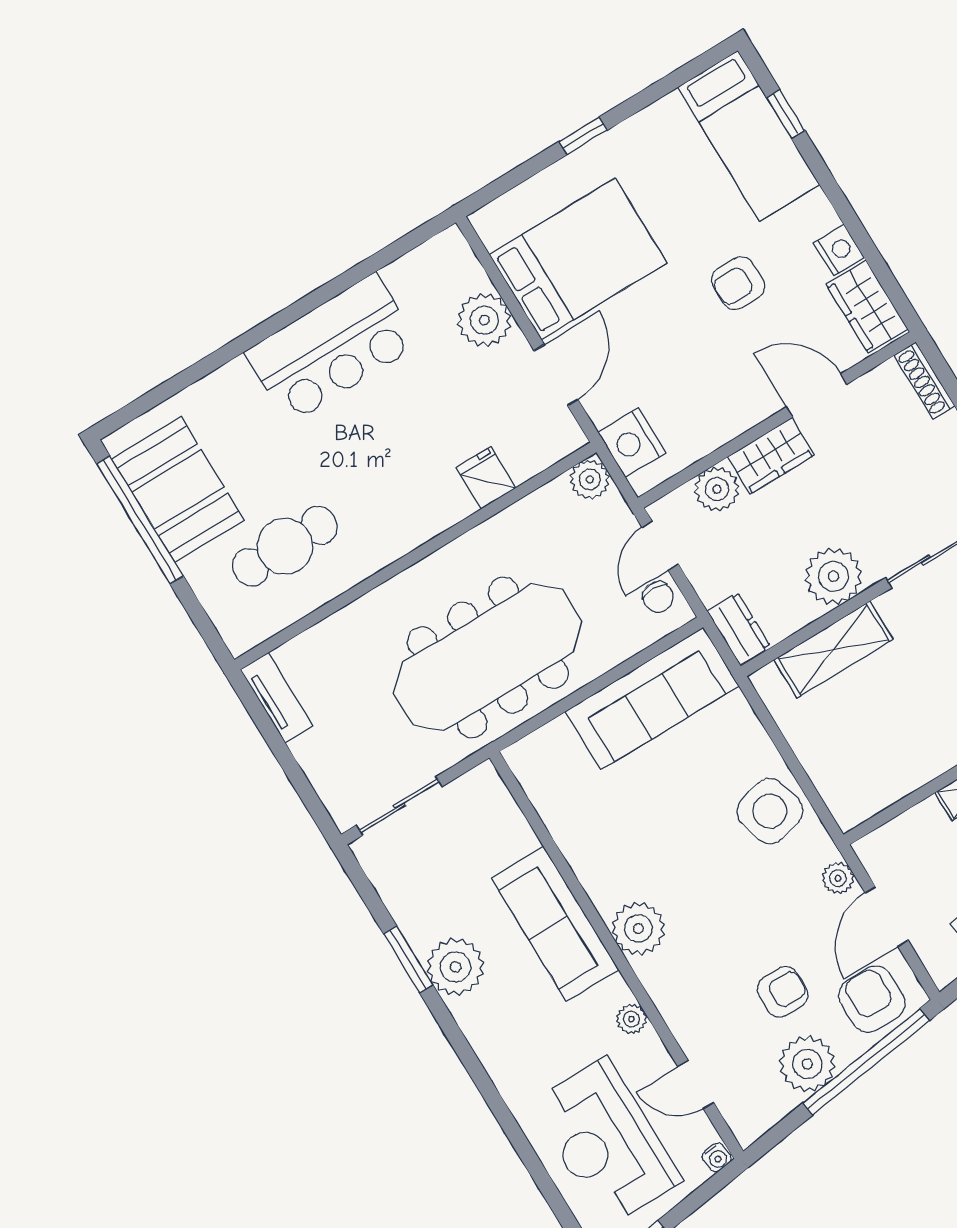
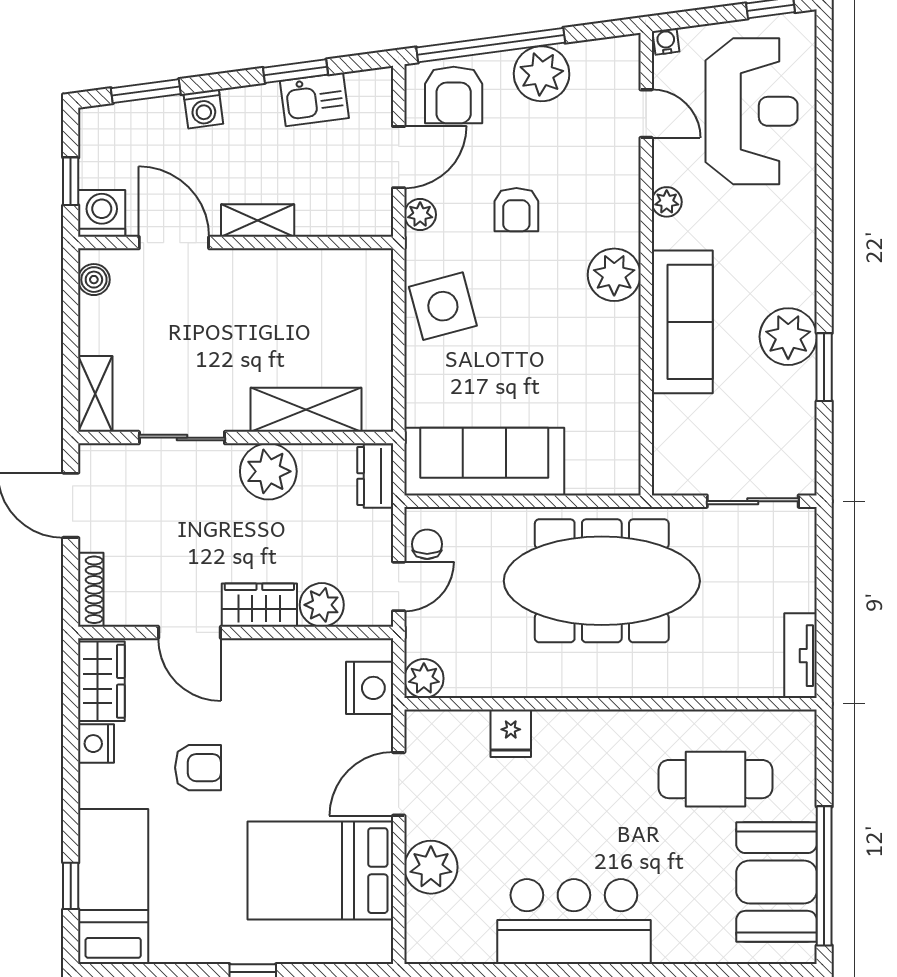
armchair: (782, 992) -> (516, 210), moved, turned -90

